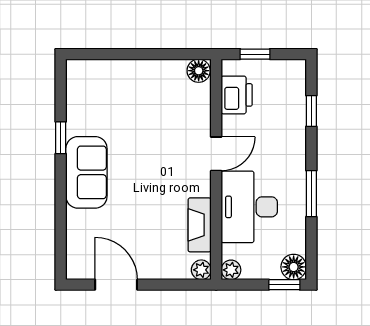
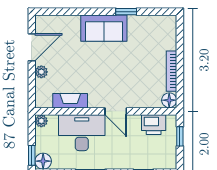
bookcase: (154, 67) -> (171, 71), added
plant: (201, 270) -> (41, 72), moved

